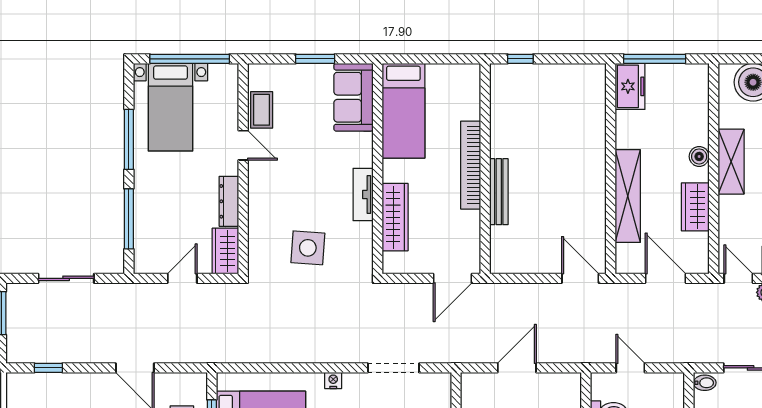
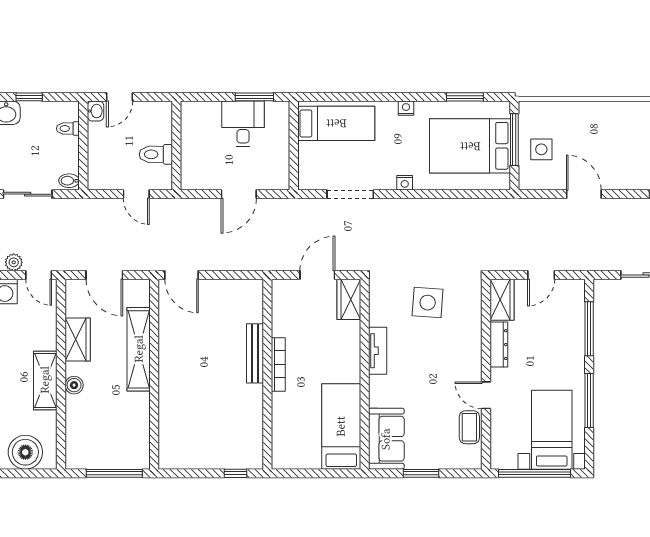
freezer: (630, 86) -> (137, 448), removed
bookcase: (471, 165) -> (278, 364), width x0.68, depth x0.76
wardrobe: (395, 217) -> (349, 299), moved, width x0.67
door: (453, 278) -> (317, 275), moved

